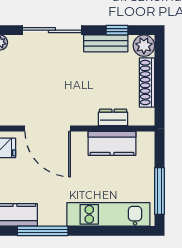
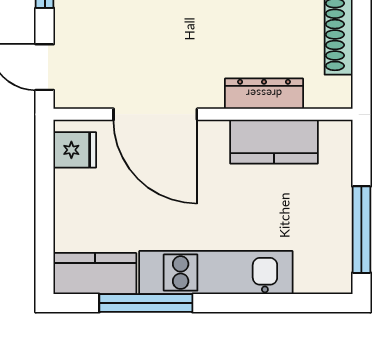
dresser: (113, 117) -> (264, 94), width x1.44
kitchen unit: (108, 214) -> (216, 273), moved

